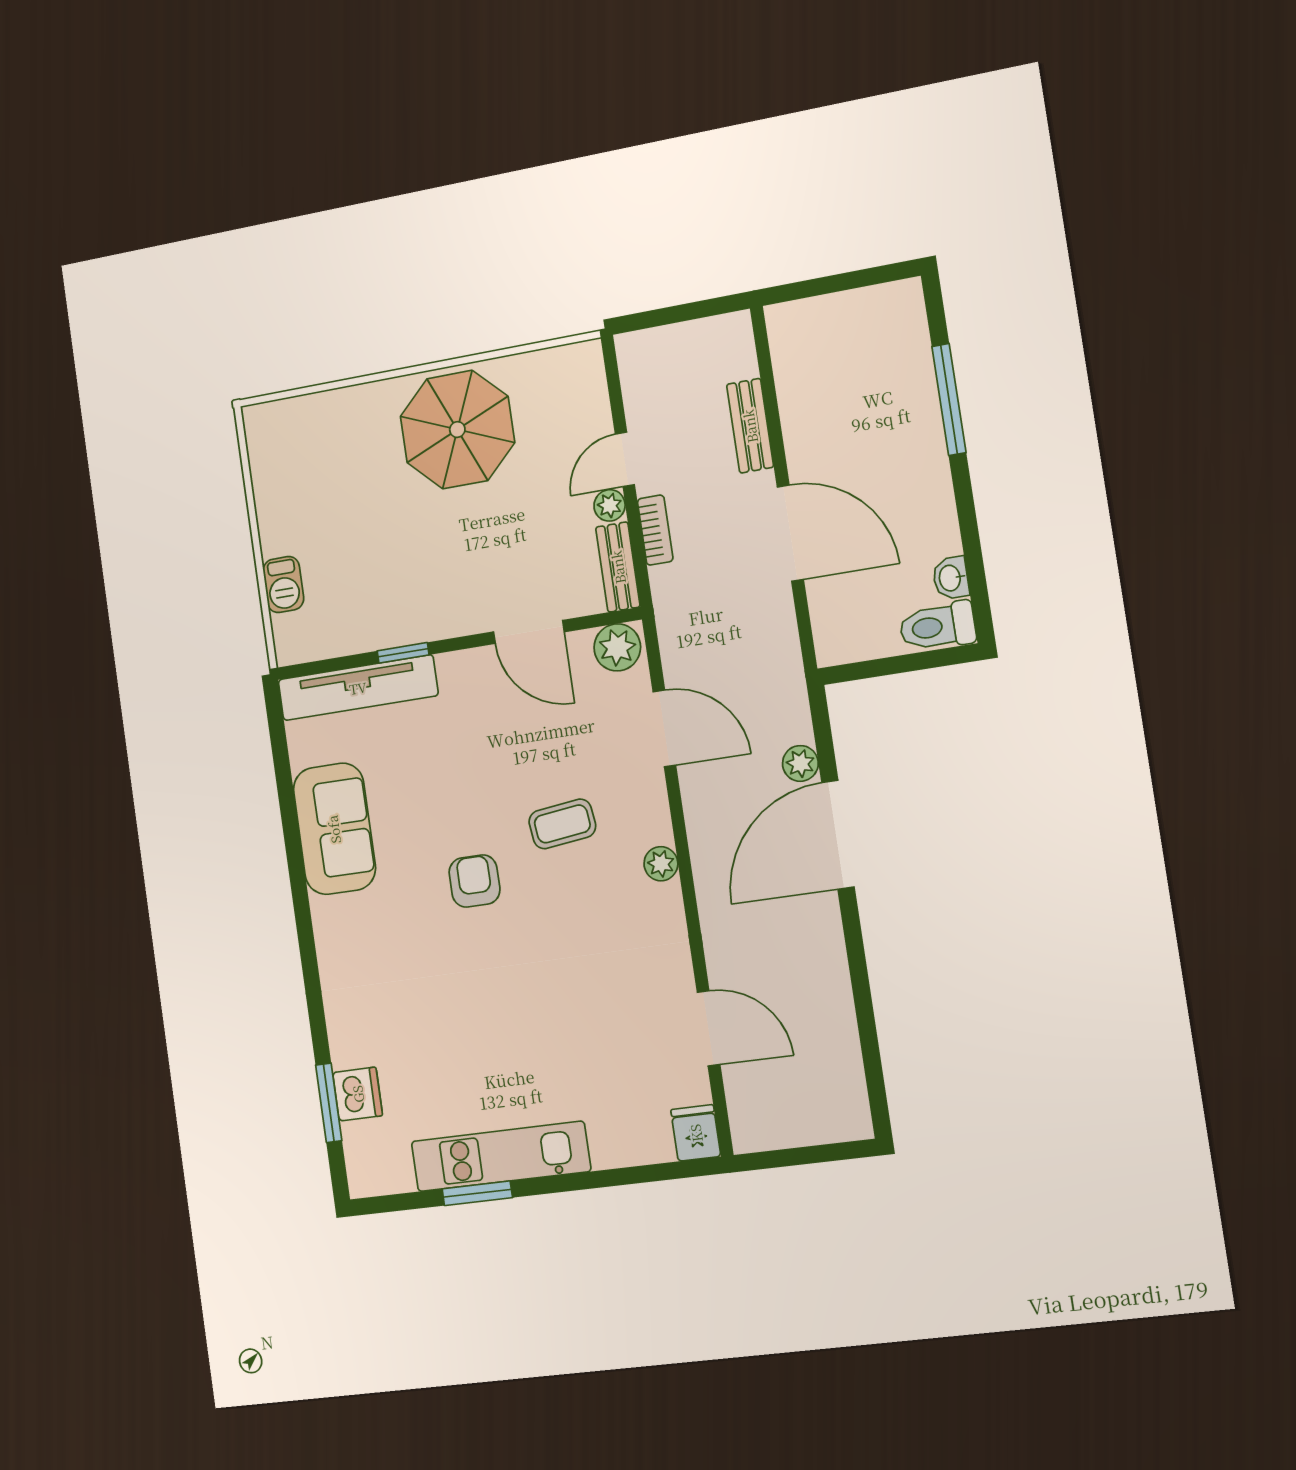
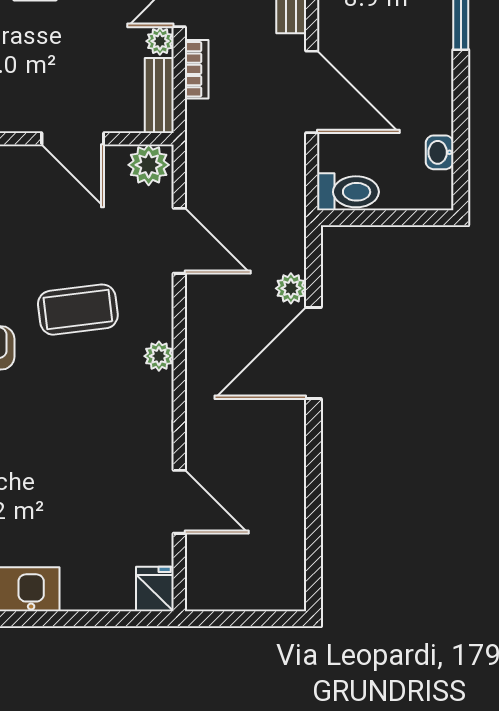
toilet: (937, 626) -> (348, 192), moved, turned 180
coffee table: (562, 824) -> (78, 310), width x1.36, depth x1.30

